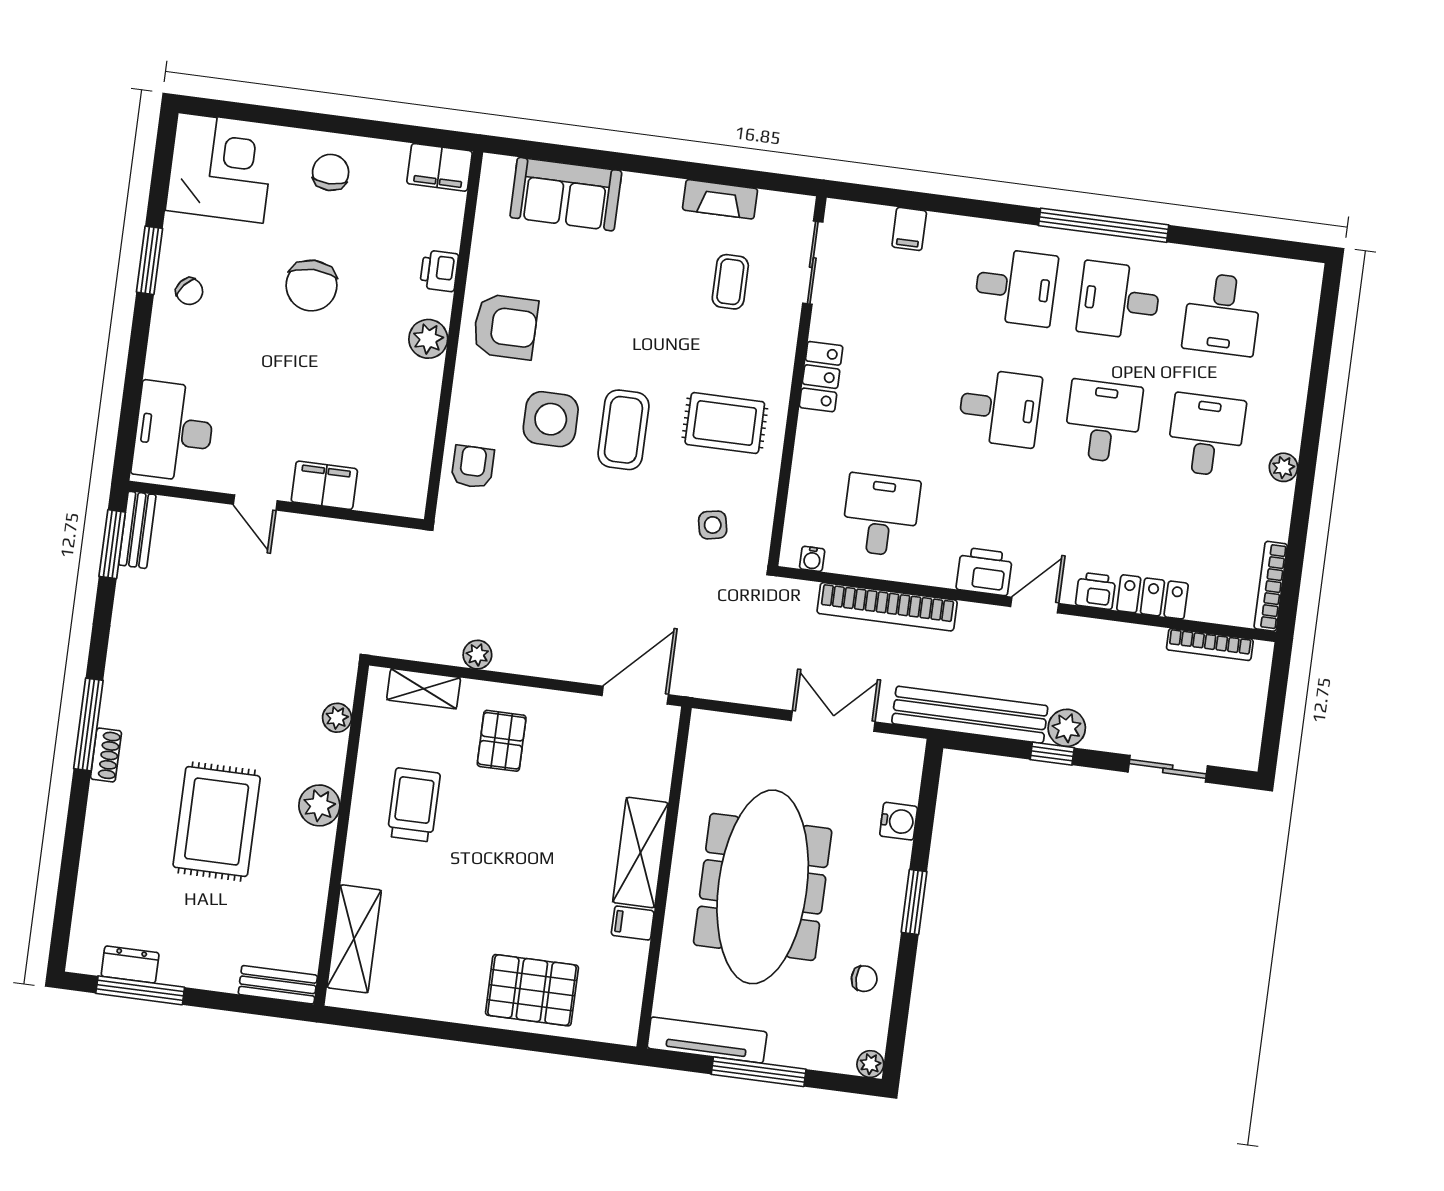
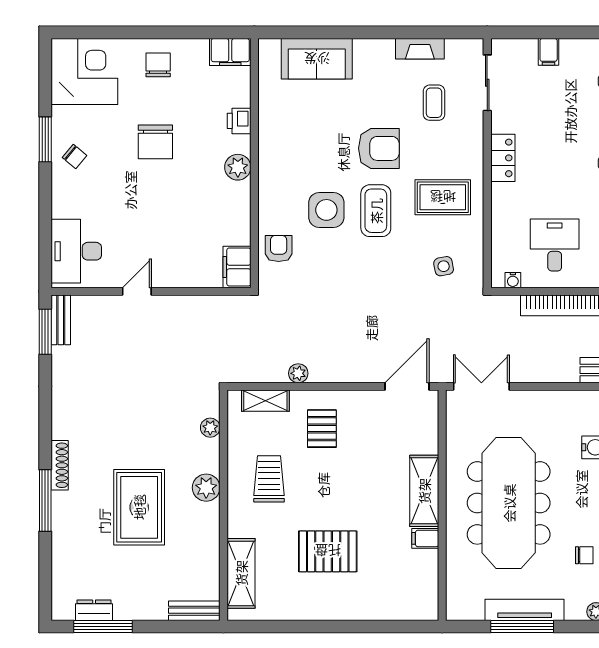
armchair: (505, 327) -> (379, 148), moved
filing cabinet: (324, 485) -> (237, 267), moved, turned -90
door: (255, 502) -> (137, 291), swing flipped
double door: (833, 721) -> (481, 386), moved
window: (88, 725) -> (45, 501), moved
shoe rack: (106, 755) -> (60, 465), width x1.43
pallet: (532, 990) -> (328, 551), moved
tv unit: (707, 1040) -> (525, 610), moved

